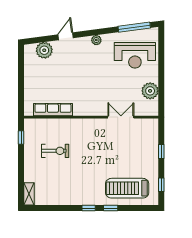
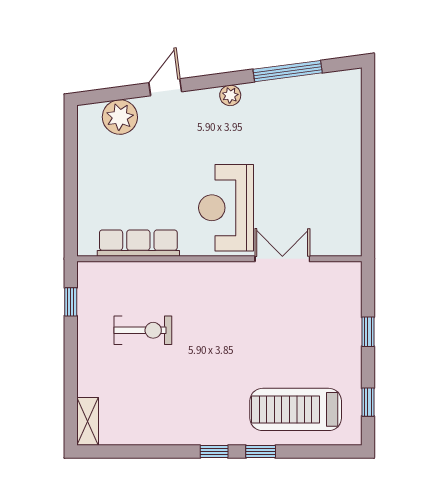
window: (134, 27) -> (288, 71), moved
reception desk: (135, 55) -> (226, 208), moved, turned 90
plant: (150, 91) -> (344, 203), removed

